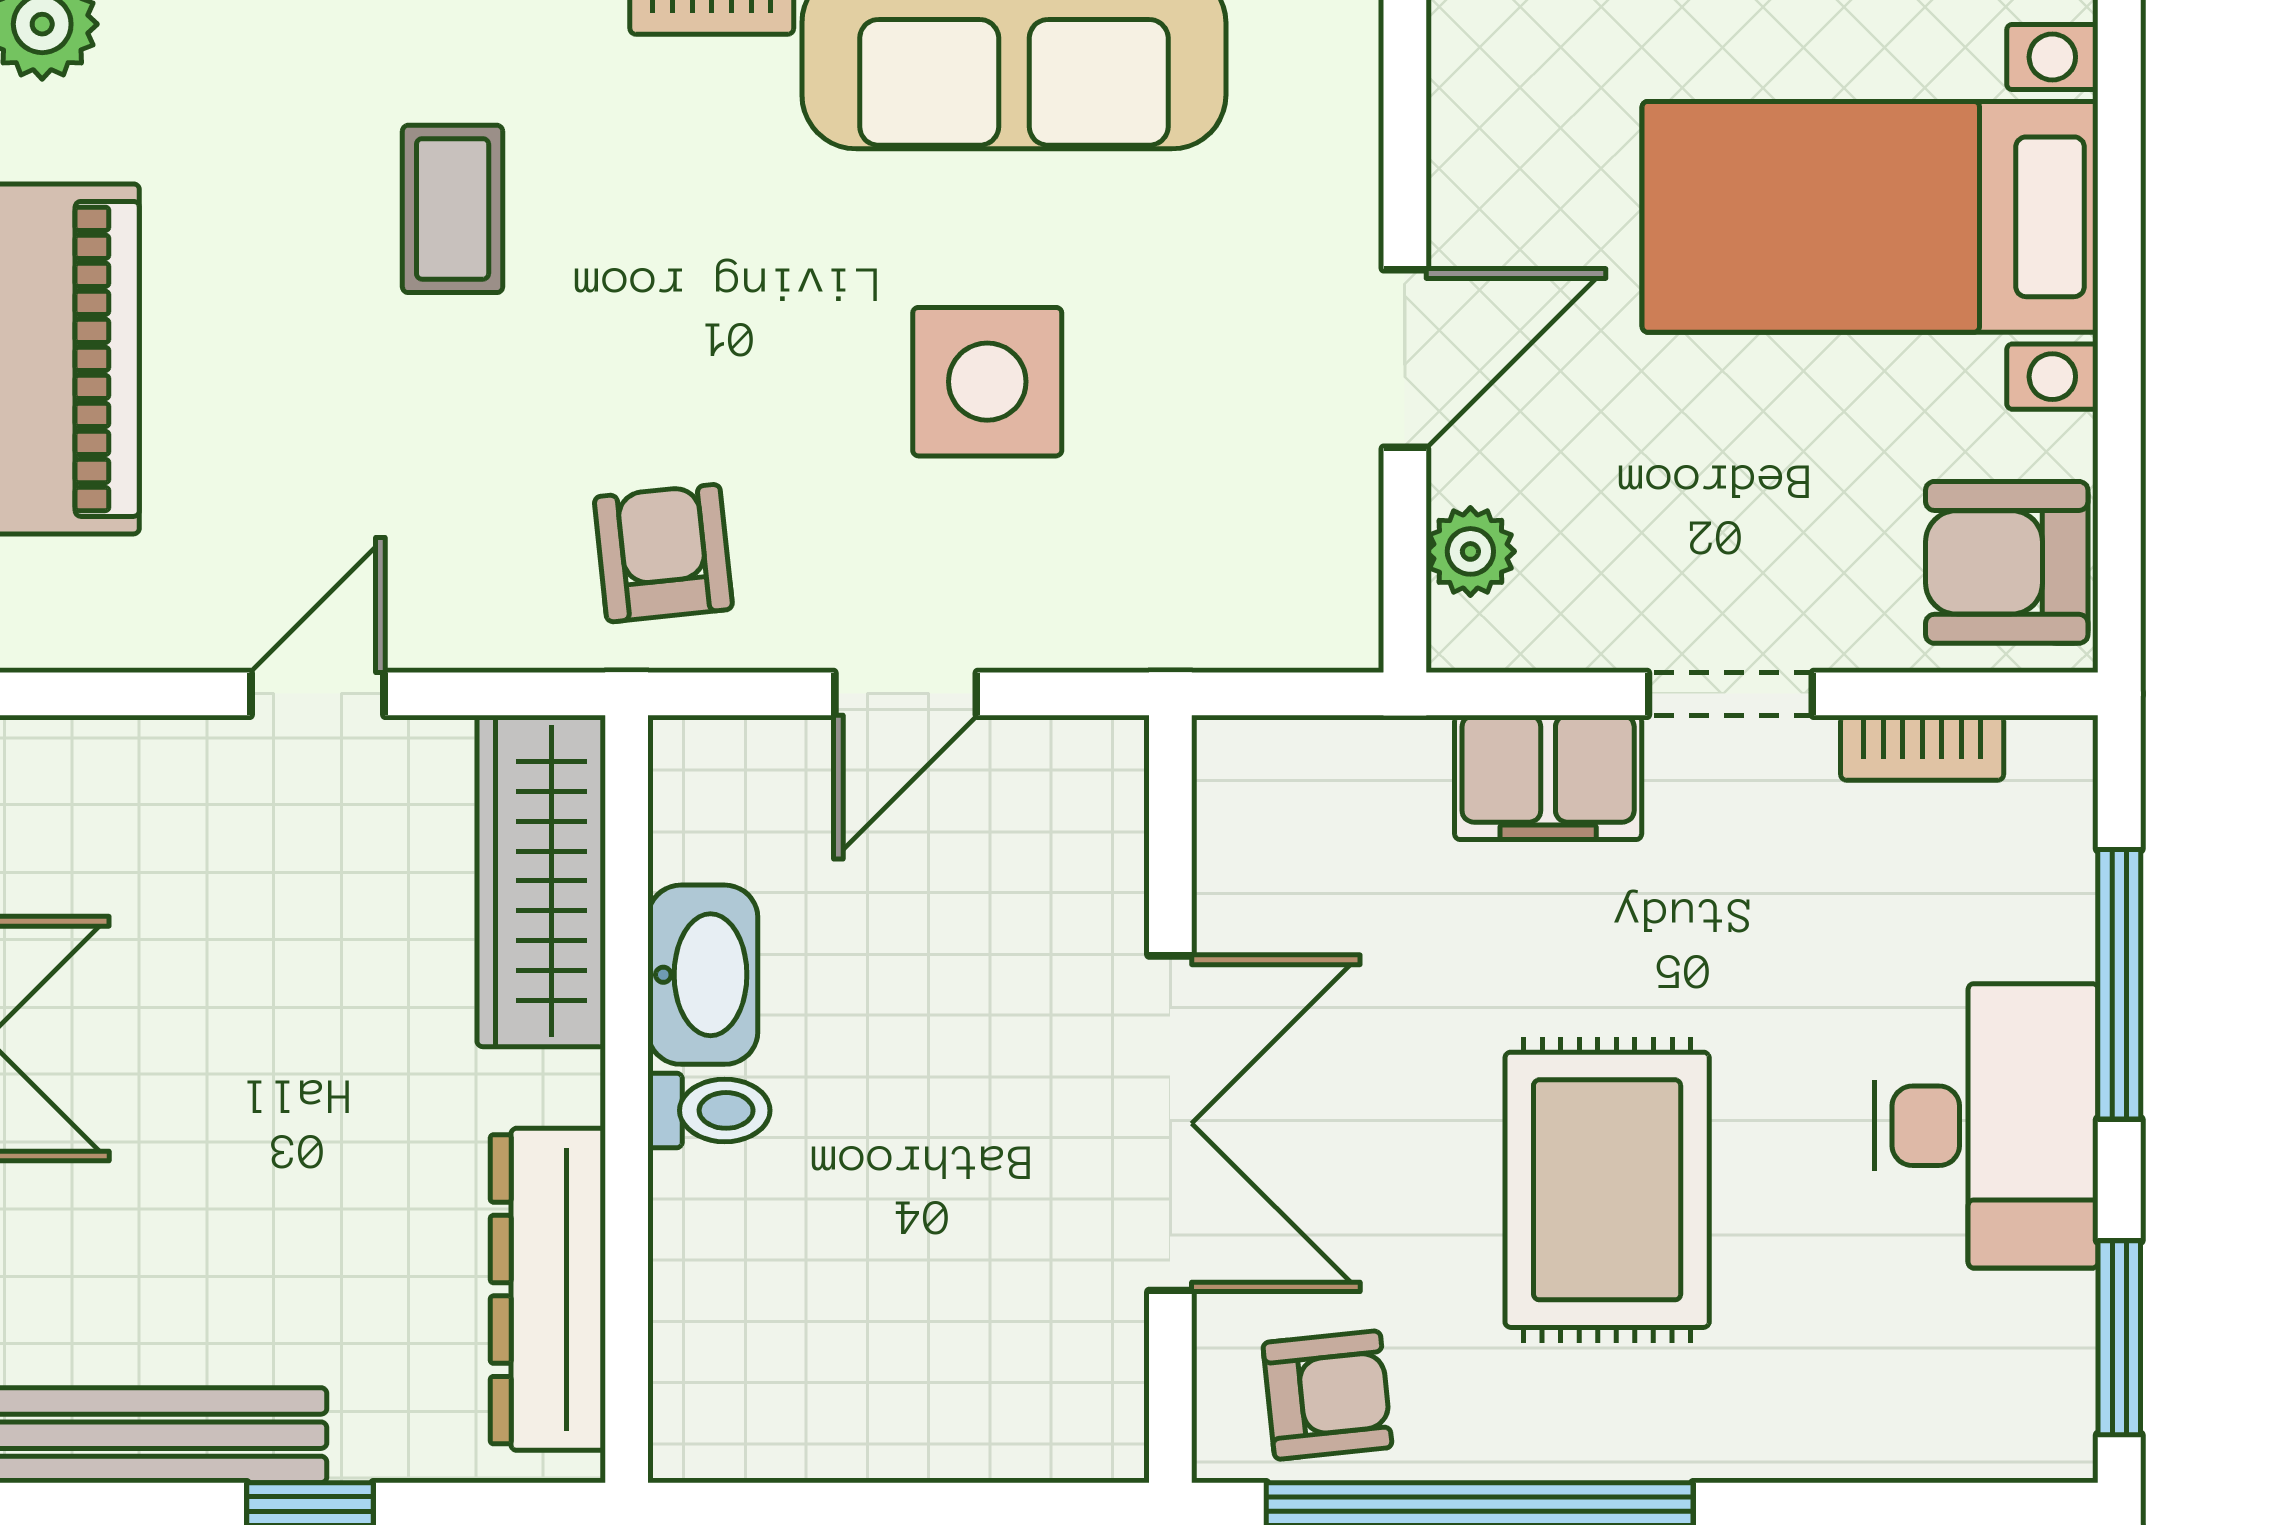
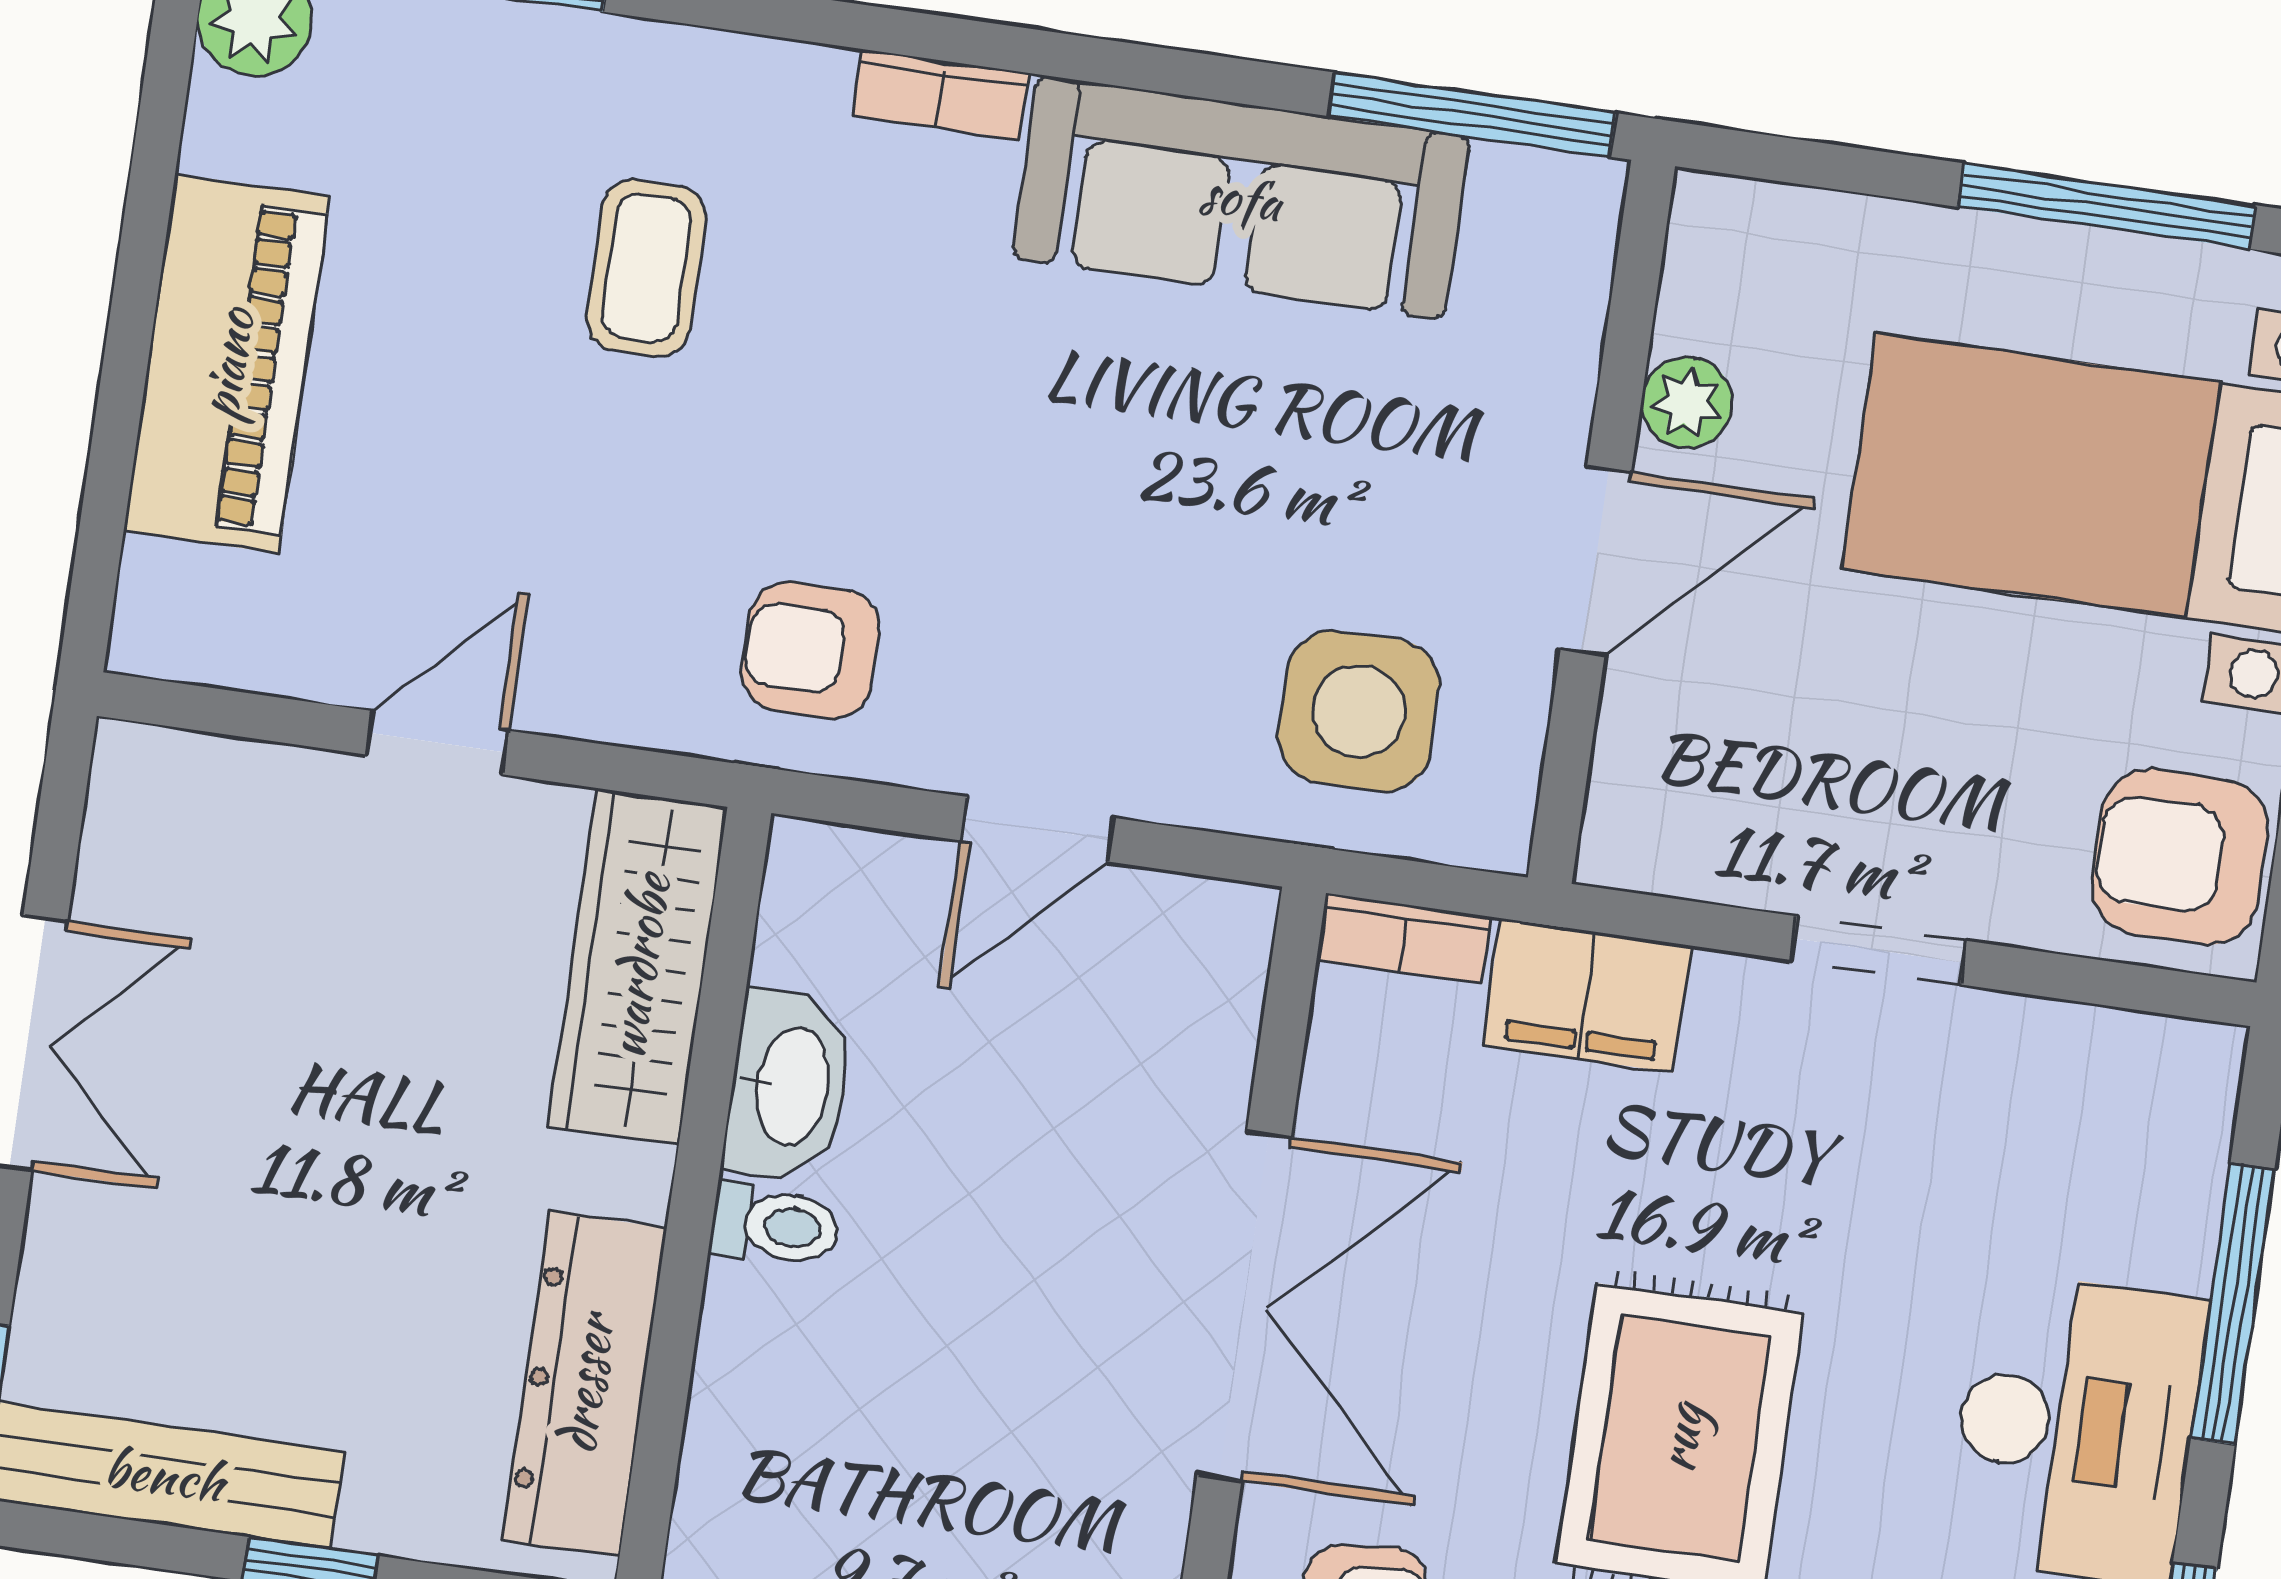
side table: (987, 382) -> (1359, 711), moved
plant: (1470, 551) -> (1687, 403), moved
armchair: (663, 553) -> (811, 650), turned -84
bookcase: (1922, 748) -> (1404, 938), moved
filing cabinet: (1548, 777) -> (1587, 995), moved

